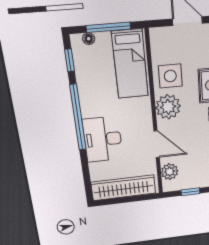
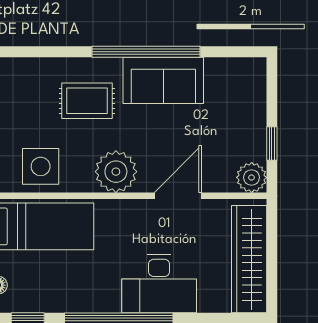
side table: (170, 76) -> (41, 166), moved
plant: (170, 172) -> (252, 177), moved

